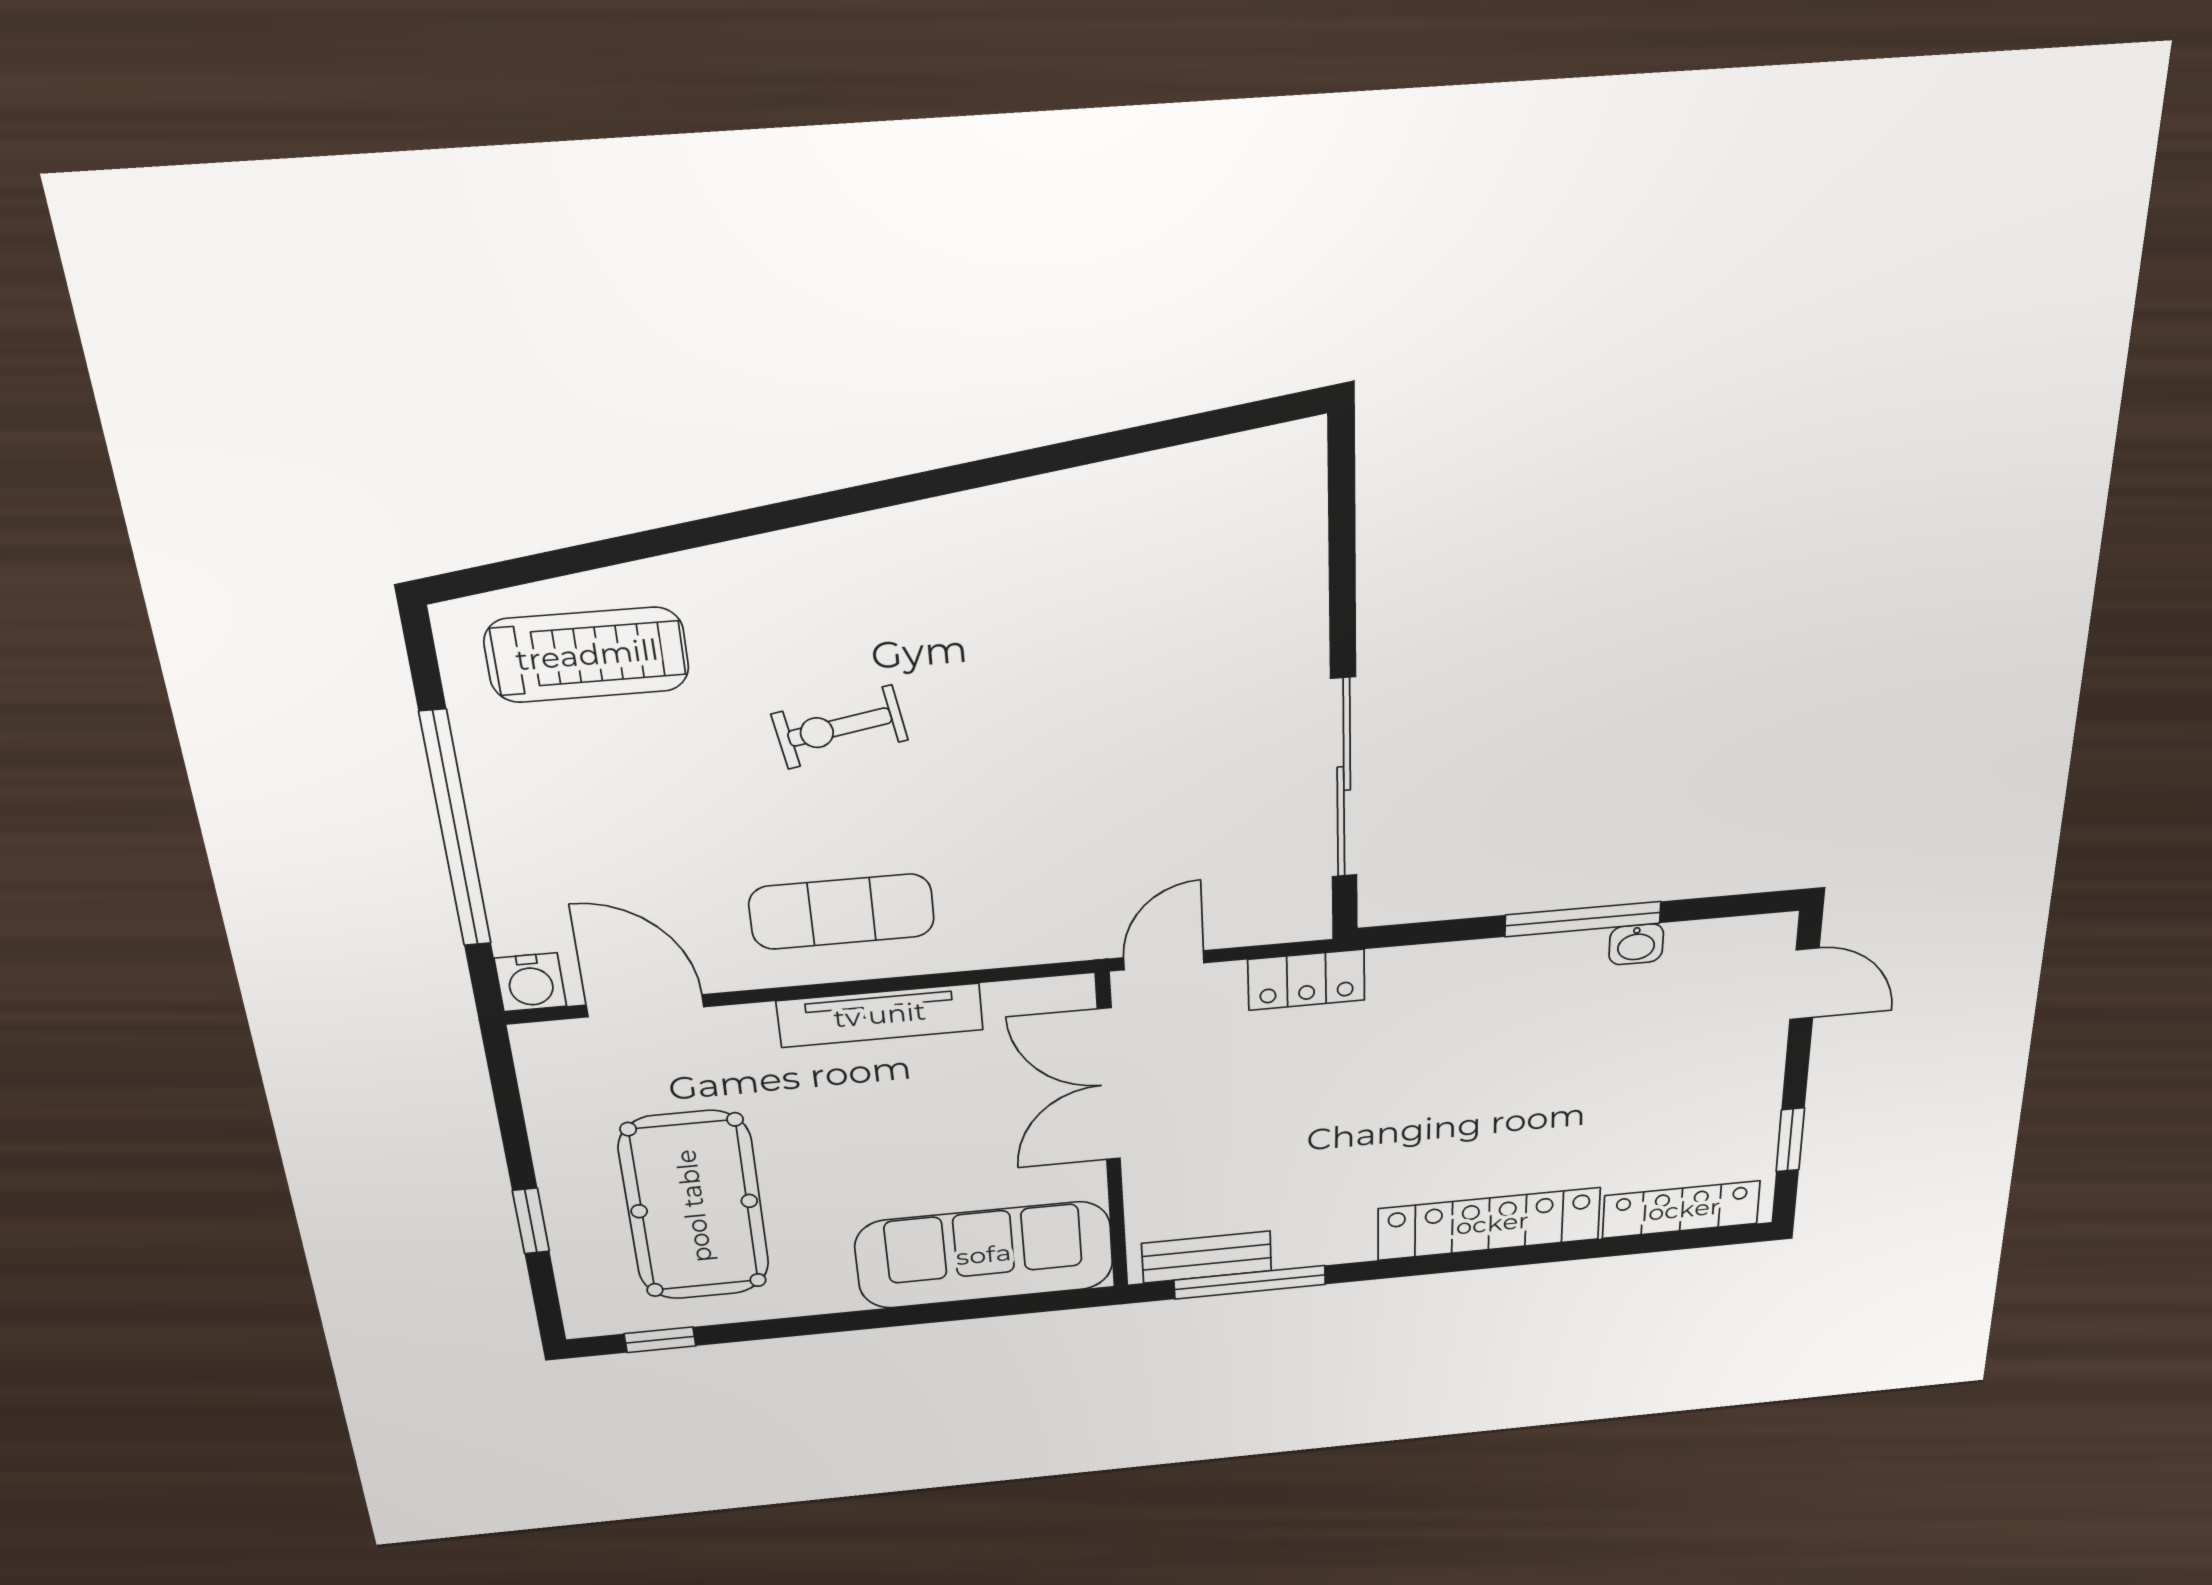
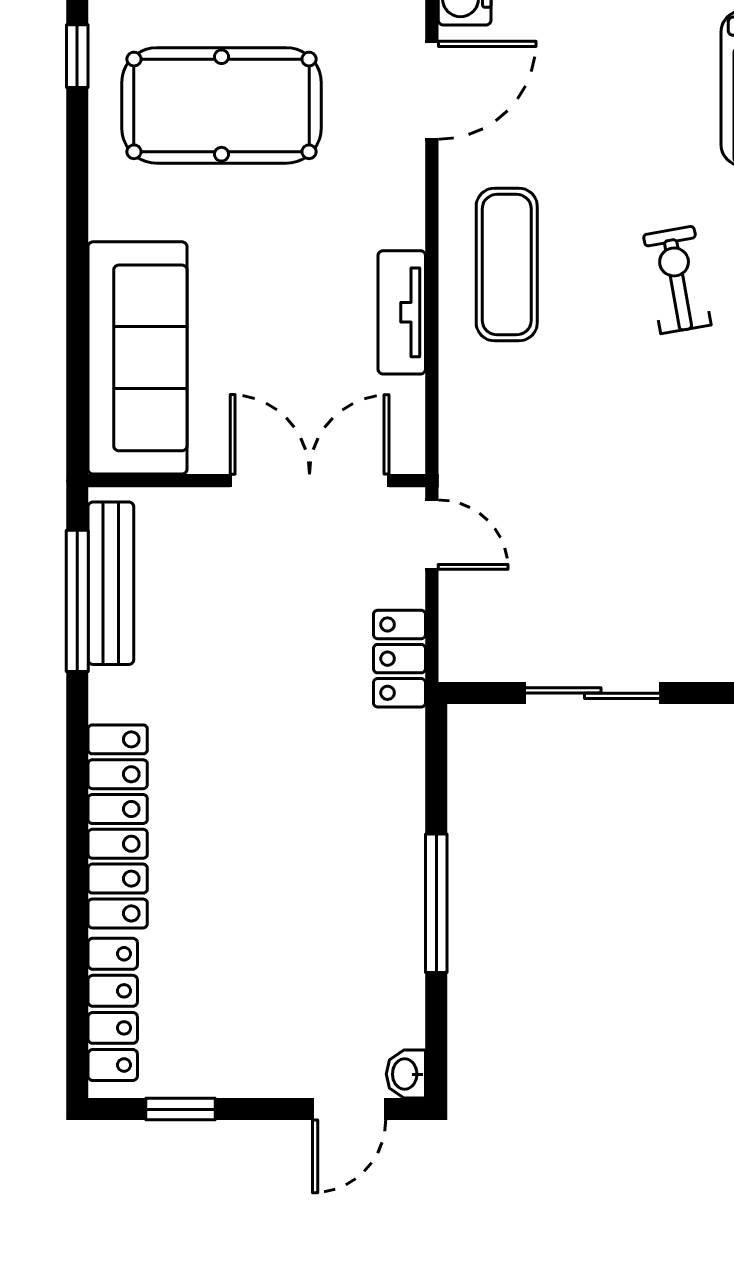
sliding door: (1344, 779) -> (593, 693), width x0.73
washbasin: (1636, 944) -> (406, 1074), moved
tv unit: (880, 1015) -> (402, 312), width x0.71
bench: (1207, 1257) -> (111, 583), width x1.36

